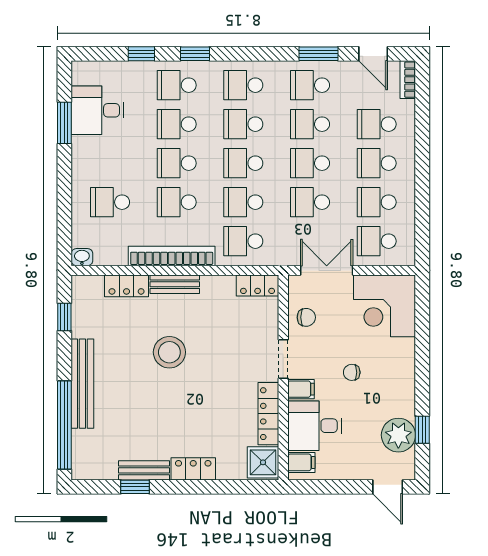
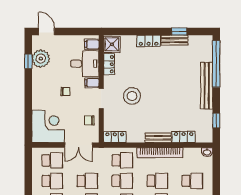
stool: (169, 352) -> (132, 96), moved
locker: (268, 414) -> (109, 64), width x0.66

